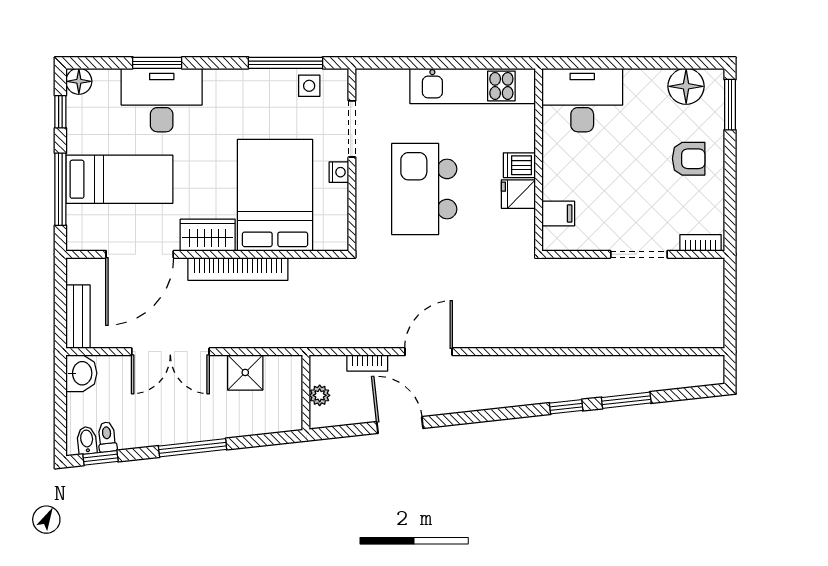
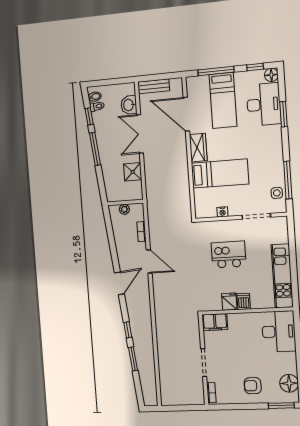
desk: (162, 100) -> (264, 104), moved
armchair: (689, 159) -> (253, 386), turned 90
nightstand: (339, 172) -> (222, 212), moved
kitchen island: (424, 189) -> (229, 255), width x0.73, depth x0.78
bed: (275, 195) -> (220, 174), width x0.67
filing cabinet: (558, 213) -> (215, 322), width x2.00
bookcase: (238, 269) -> (183, 164), removed
washbasin: (81, 373) -> (129, 105), moved, turned 90
door: (400, 425) -> (119, 283), moved
window: (101, 458) -> (89, 116), moved

